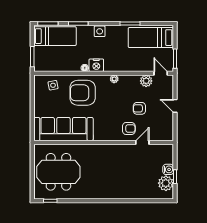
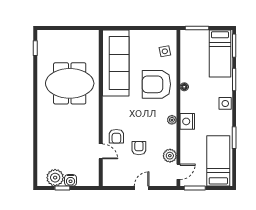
nightstand: (96, 65) -> (187, 121), moved
armchair: (83, 93) -> (156, 84), turned -90
meeting table: (58, 172) -> (70, 83), moved, turned 90

